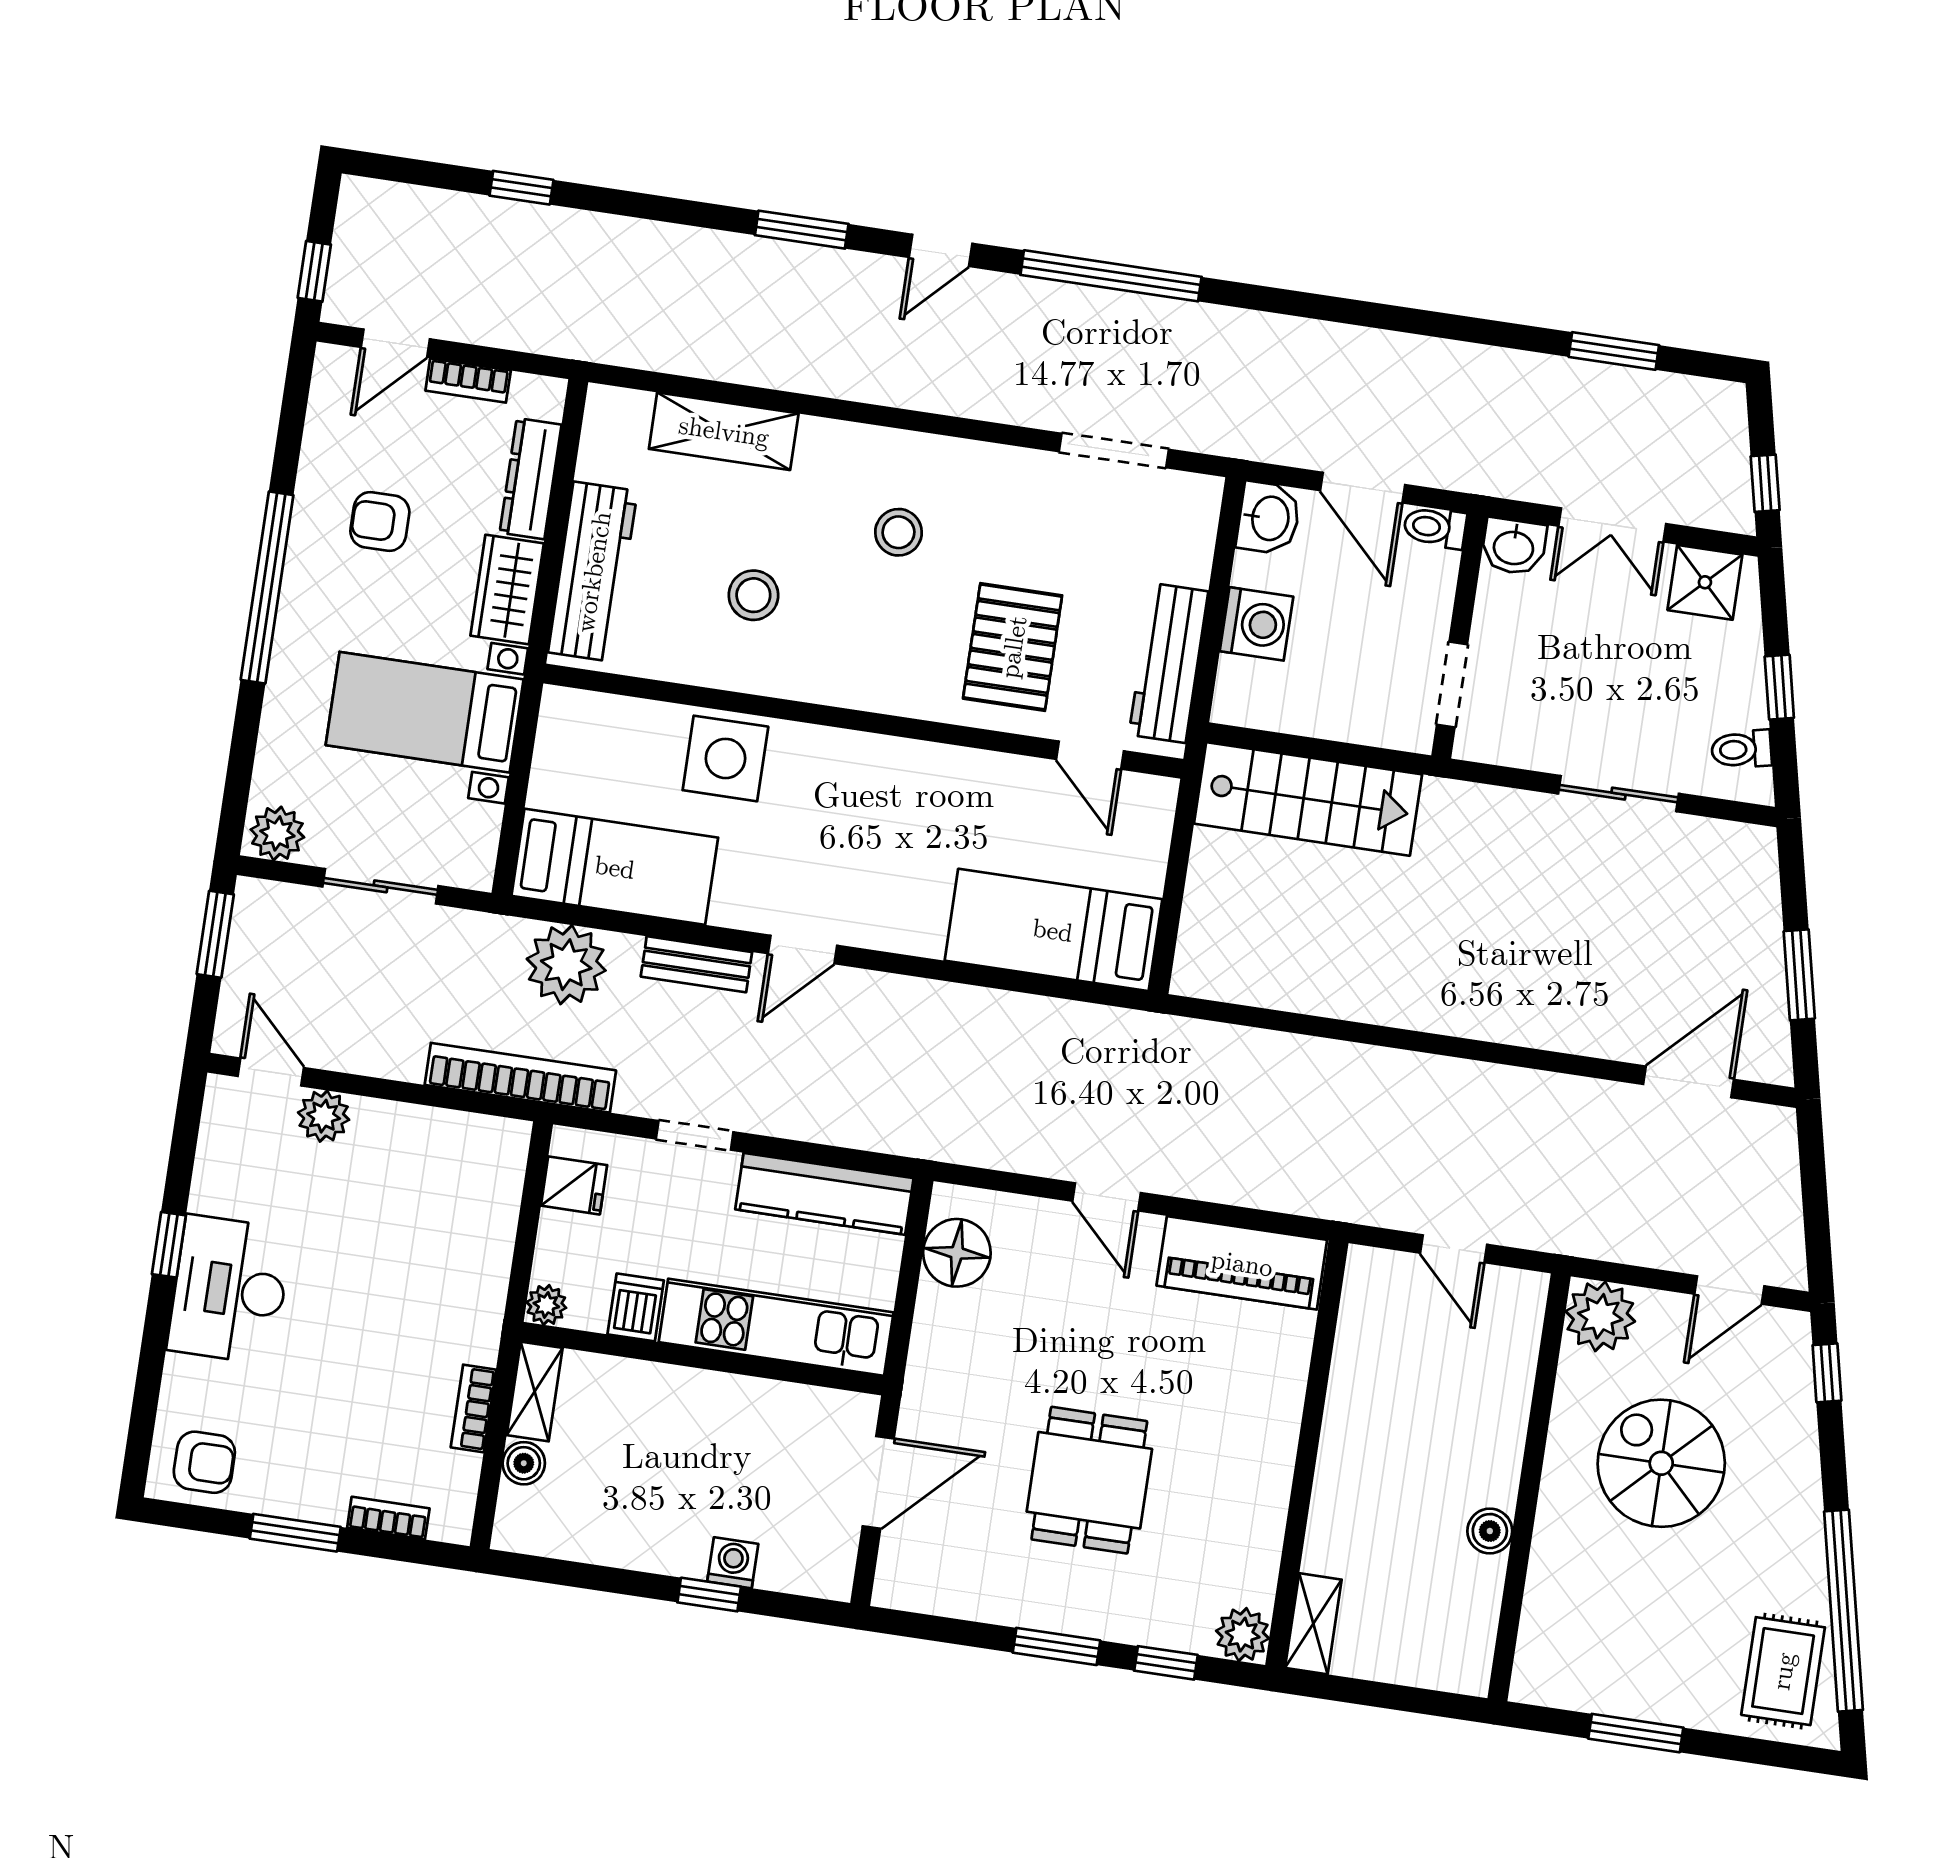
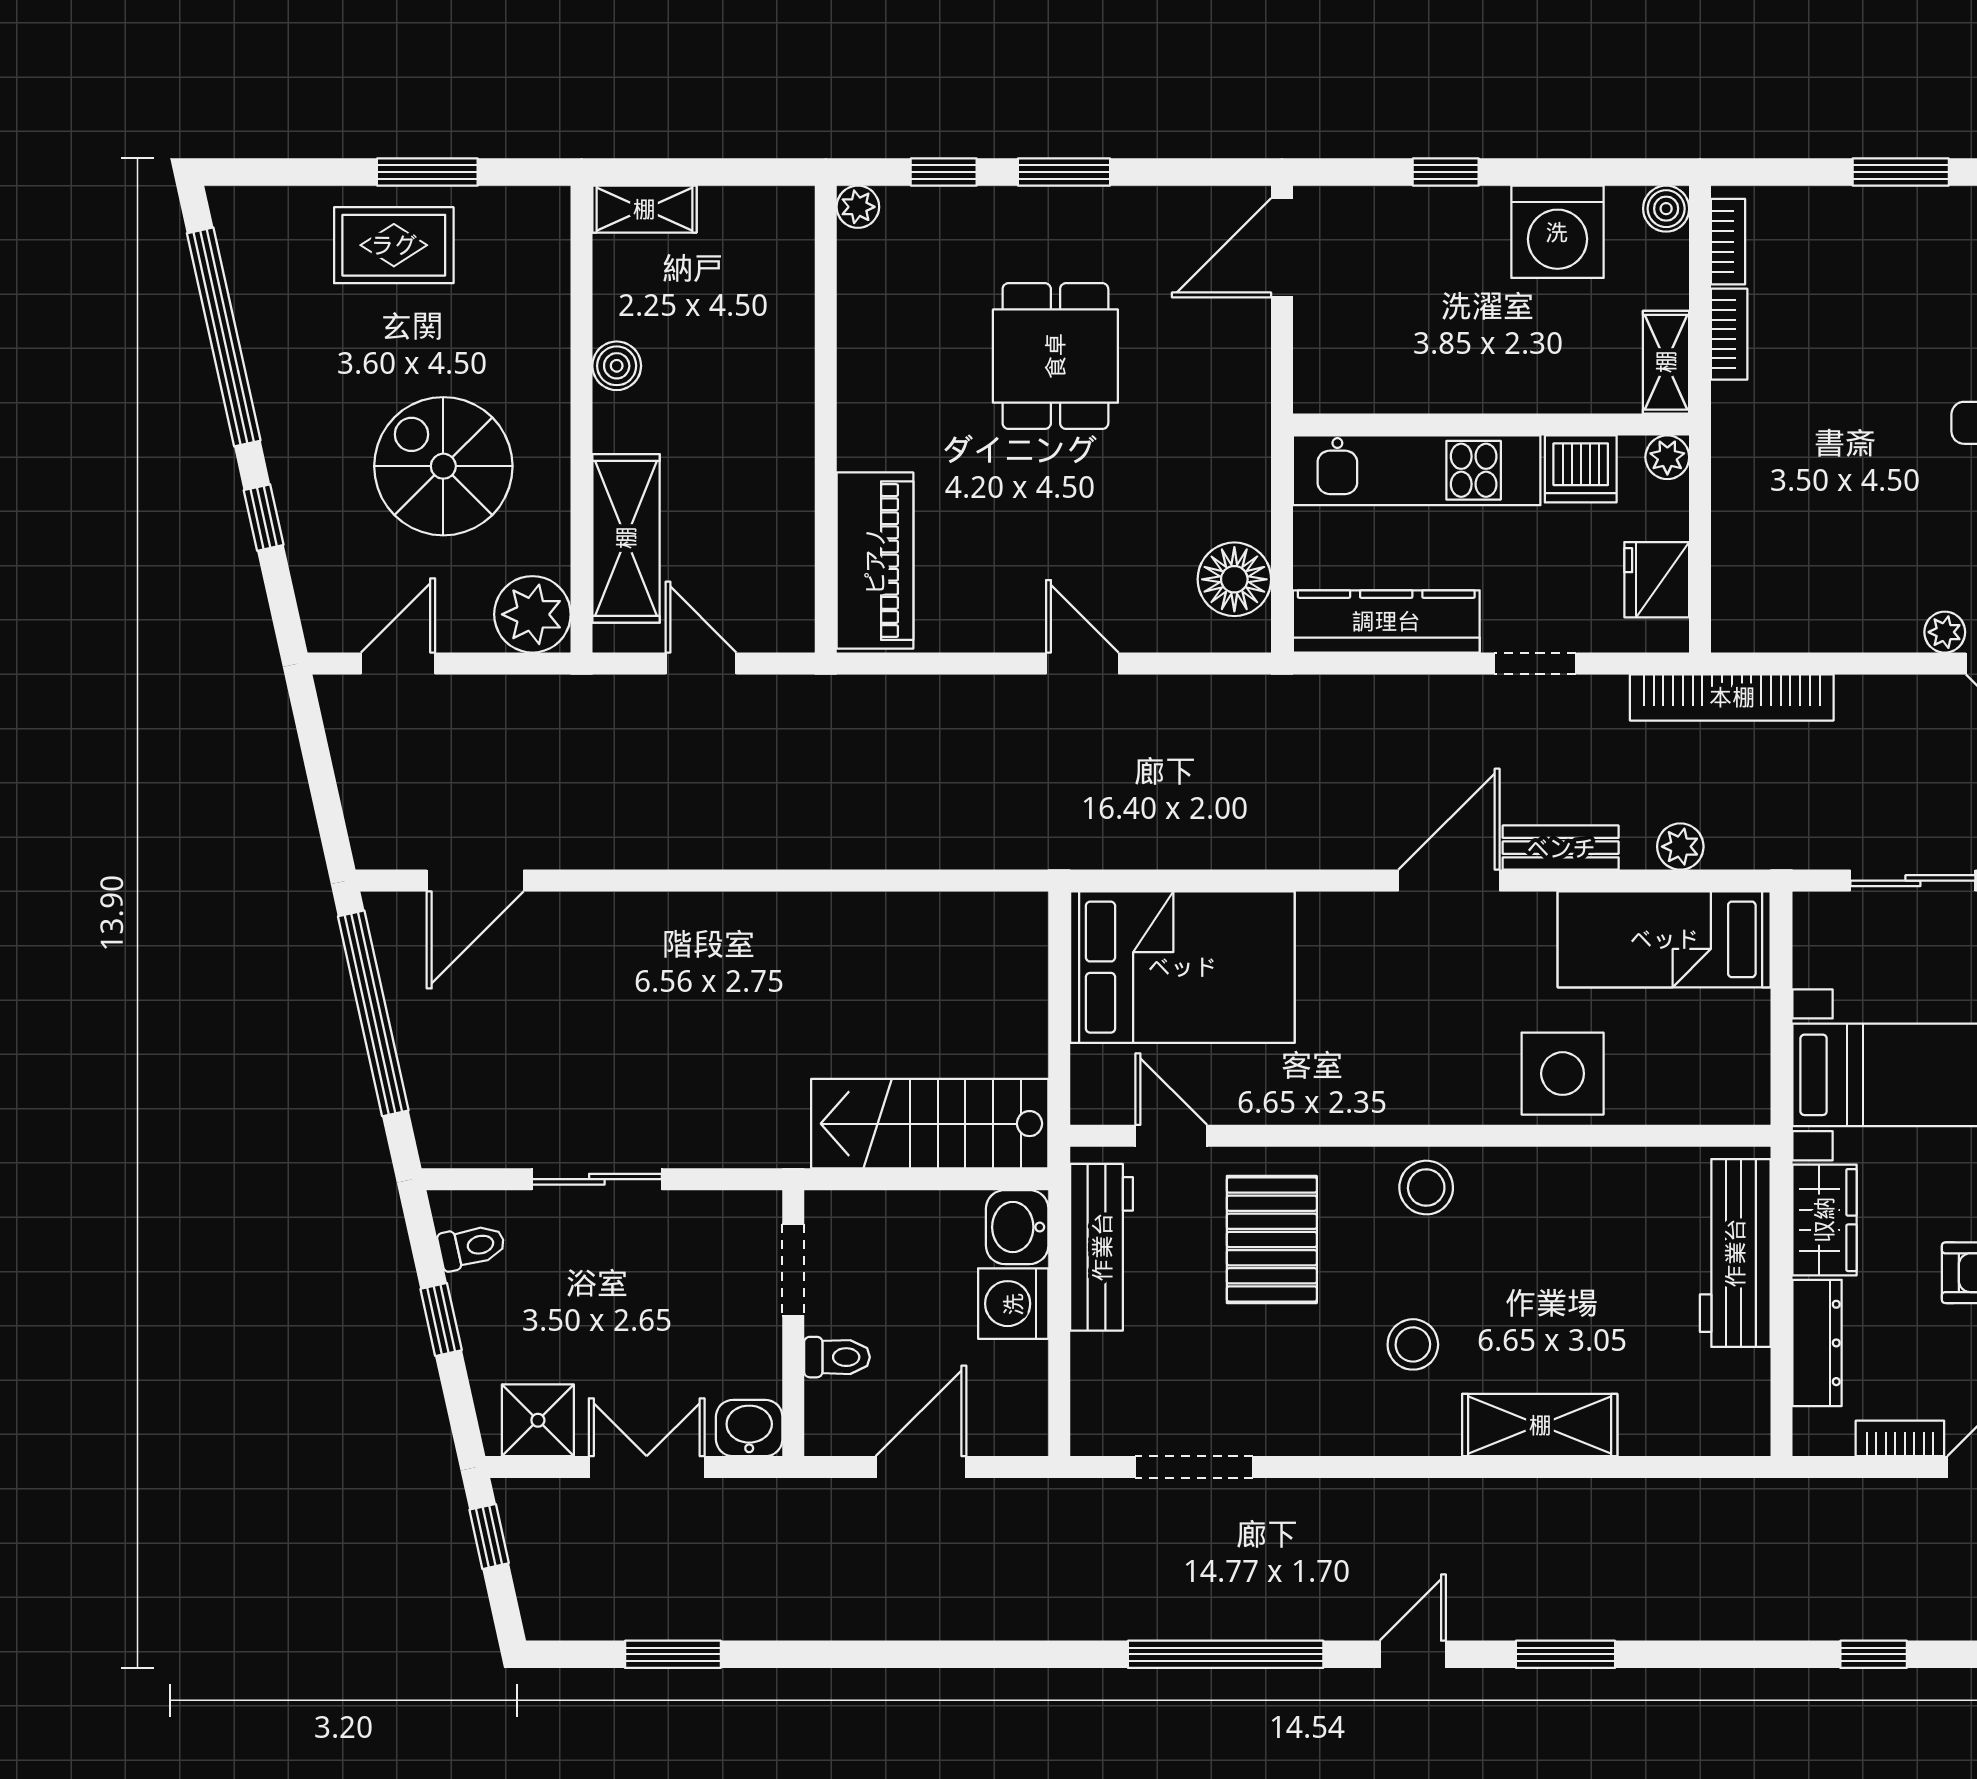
shelving: (724, 431) -> (1540, 1425), moved
door: (1363, 488) -> (921, 1467), hinge flipped
washbasin: (1269, 518) -> (1017, 1227), moved
toilet: (1435, 527) -> (837, 1357), moved
stool: (753, 595) -> (1426, 1188), moved
bed: (1053, 930) -> (1182, 967), width x1.50
door: (803, 949) -> (1449, 881), width x1.38
plant: (566, 965) -> (1680, 847), width x0.53, depth x0.53
window: (1799, 975) -> (373, 1013), width x2.11
plant: (324, 1116) -> (1945, 632), width x0.73, depth x0.73
fridge: (574, 1185) -> (1657, 580), width x1.38
piano: (1242, 1263) -> (875, 561), moved, turned 90
dishwasher: (636, 1307) -> (1581, 469), width x1.38
shelving: (1505, 1373) -> (626, 538), added
window: (1827, 1373) -> (264, 518), moved
boiler: (524, 1463) -> (1666, 209), moved
spiral stairs: (1661, 1463) -> (443, 466), turned 180
door: (878, 1482) -> (1282, 248), moved
bookcase: (388, 1518) -> (1728, 242), moved, turned -90
washing machine: (733, 1563) -> (1557, 232), moved, width x1.89, depth x1.89
shelving: (1313, 1624) -> (644, 209), moved, turned 90
plant: (1243, 1635) -> (858, 207), width x0.73, depth x0.73
rug: (1783, 1671) -> (394, 245), moved, turned 90

